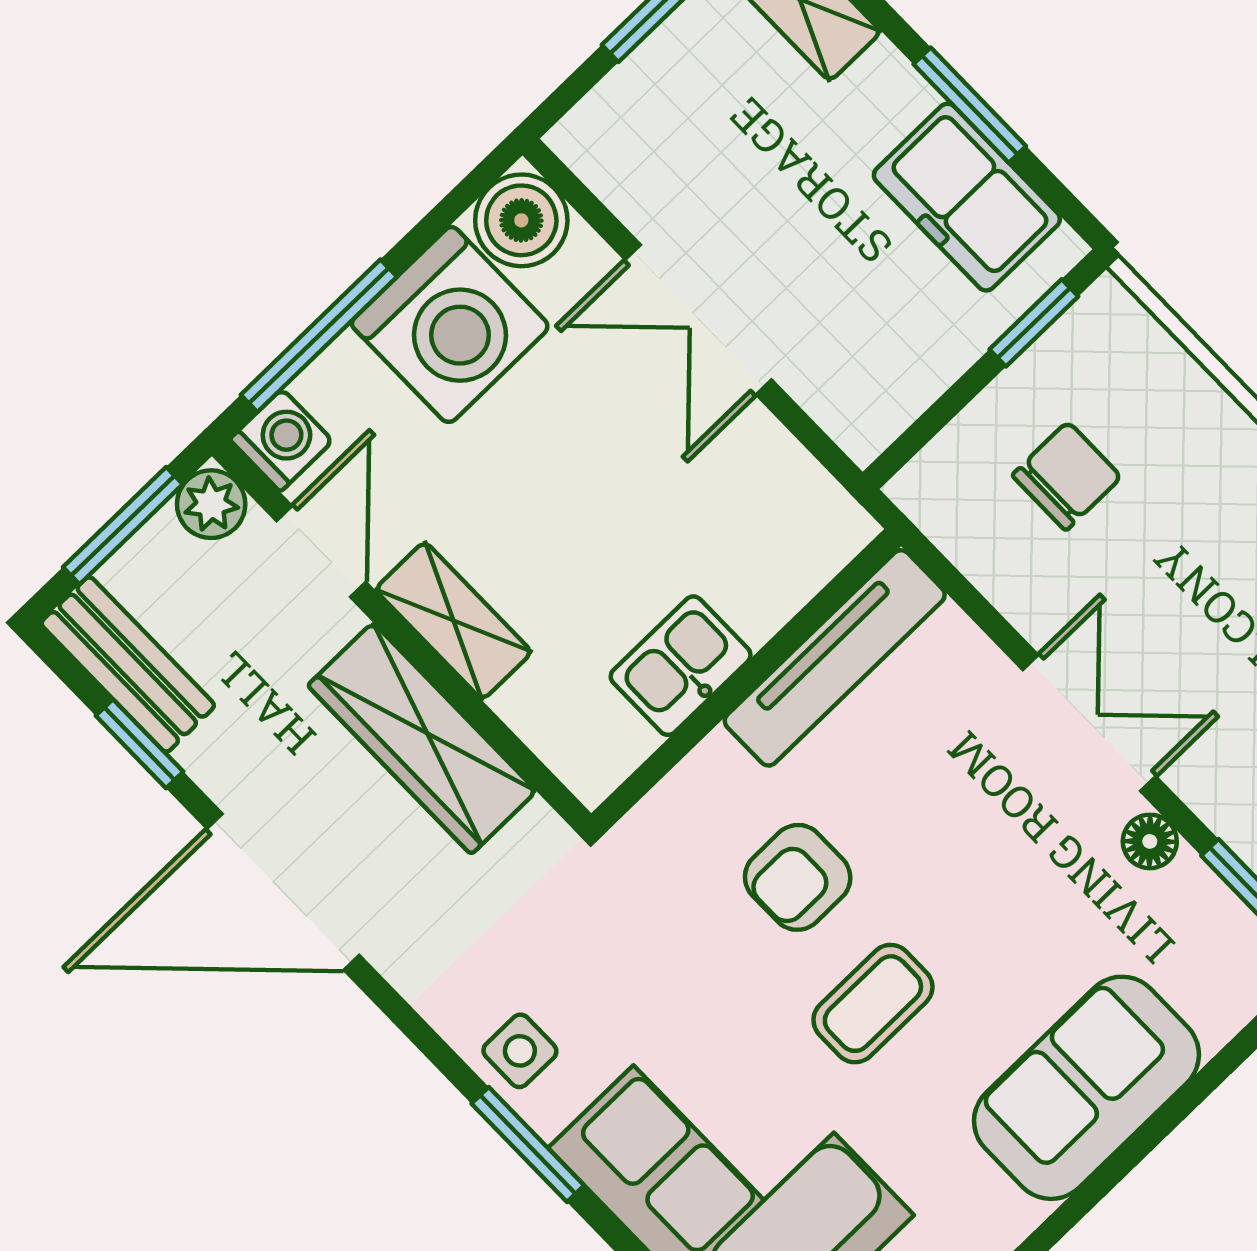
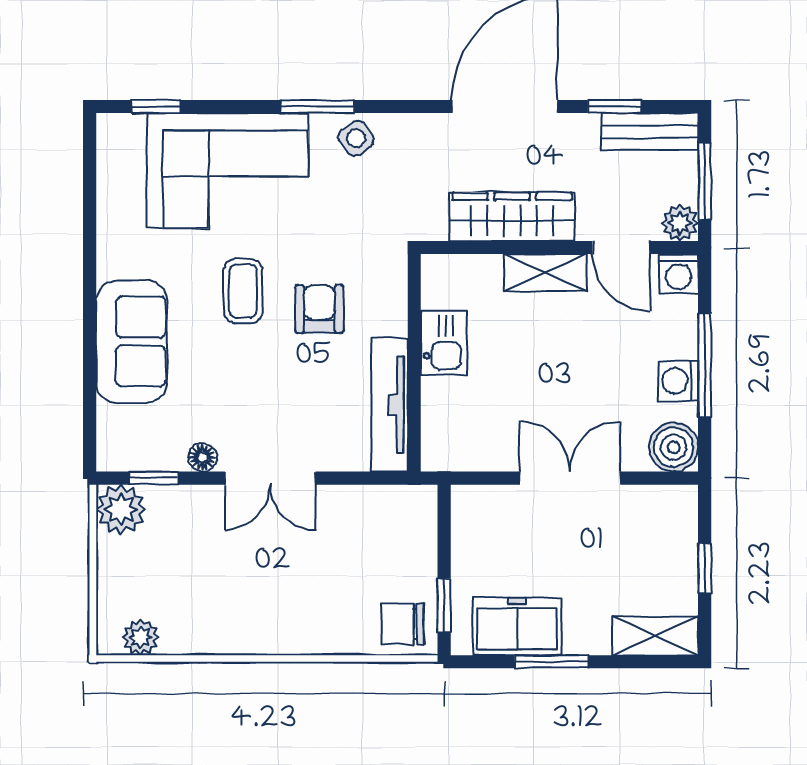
washing machine: (450, 325) -> (678, 381), width x0.53, depth x0.53
window: (319, 336) -> (705, 365), moved
chair: (1067, 476) -> (403, 624), moved, turned 90
side table: (520, 1051) -> (356, 138), turned -34

